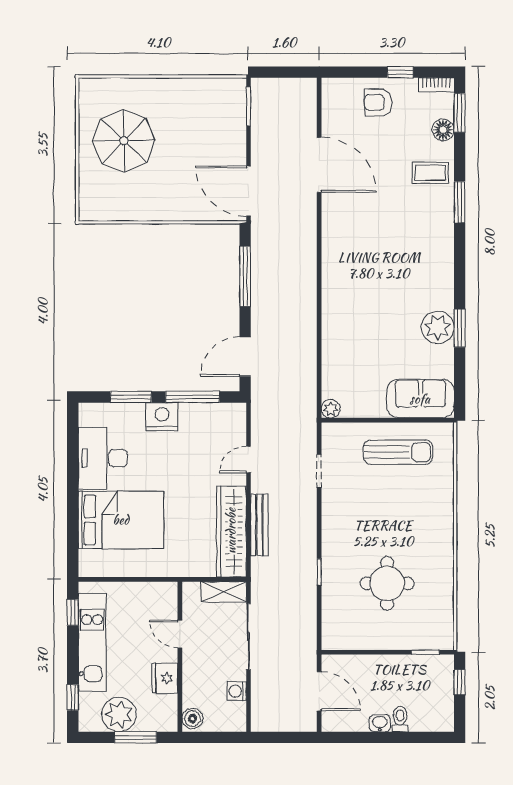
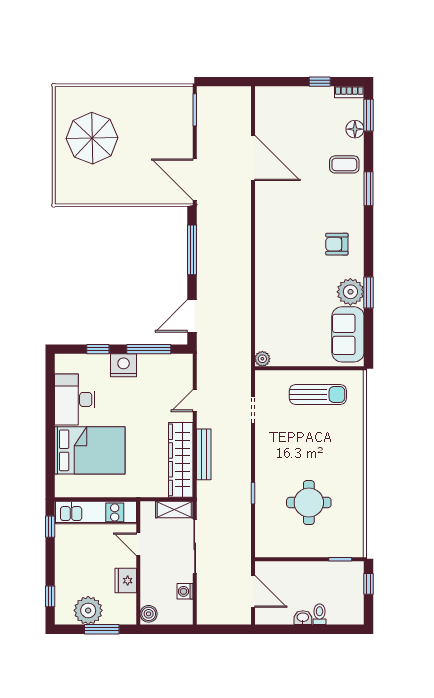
armchair: (378, 102) -> (337, 244), moved
window: (131, 397) -> (98, 349), width x0.67
sofa: (420, 399) -> (348, 334), moved, turned -90
kitchen unit: (92, 642) -> (96, 512), moved, turned 90

